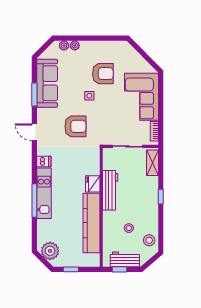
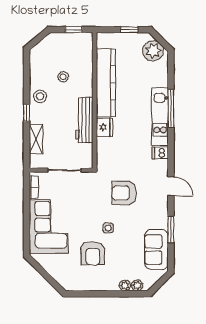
armchair: (103, 74) -> (93, 253), turned -90
sofa: (47, 83) -> (156, 250), width x0.73
shelving: (153, 163) -> (36, 139), moved
stool: (149, 240) -> (40, 96), moved
workbench: (125, 259) -> (68, 41), removed

